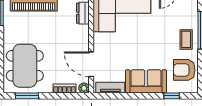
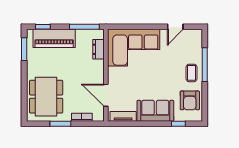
armchair: (184, 70) -> (190, 100), turned -90
plant: (84, 88) -> (99, 117), removed
window: (27, 96) -> (60, 124), moved

